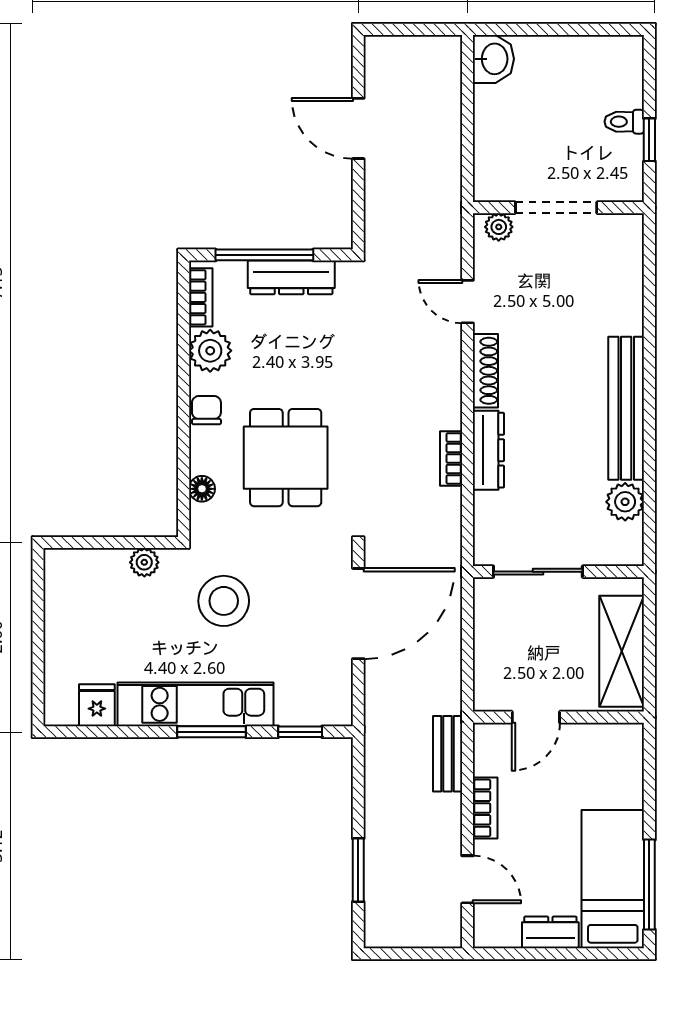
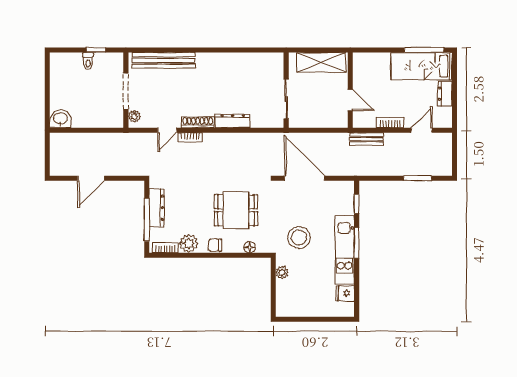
bench: (626, 408) -> (164, 60), moved
bookcase: (451, 458) -> (190, 137), moved
plant: (625, 502) -> (255, 61), removed

